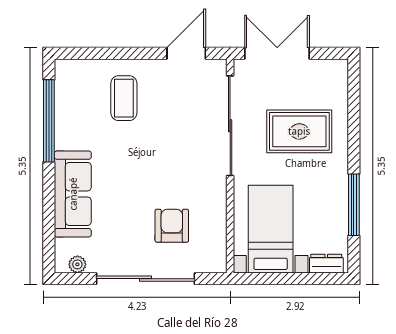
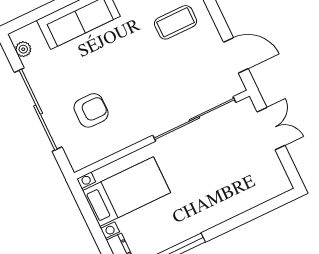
double door: (277, 53) -> (271, 129), width x0.73
rug: (299, 131) -> (217, 177), removed

